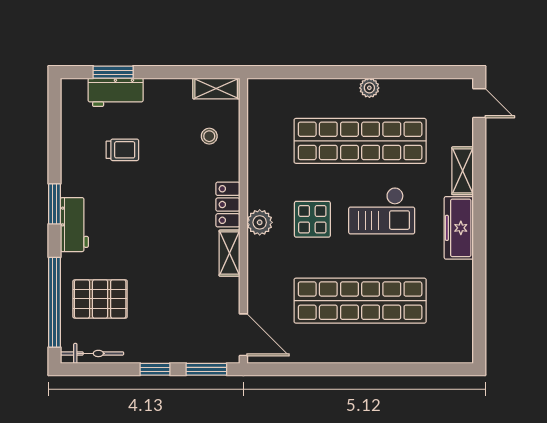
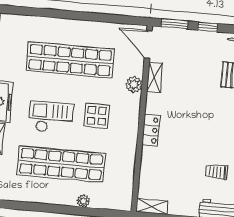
plant: (369, 88) -> (83, 201), moved
stool: (209, 136) -> (159, 176), removed
plant: (260, 222) -> (134, 85), moved
shelving: (229, 253) -> (154, 77), moved

